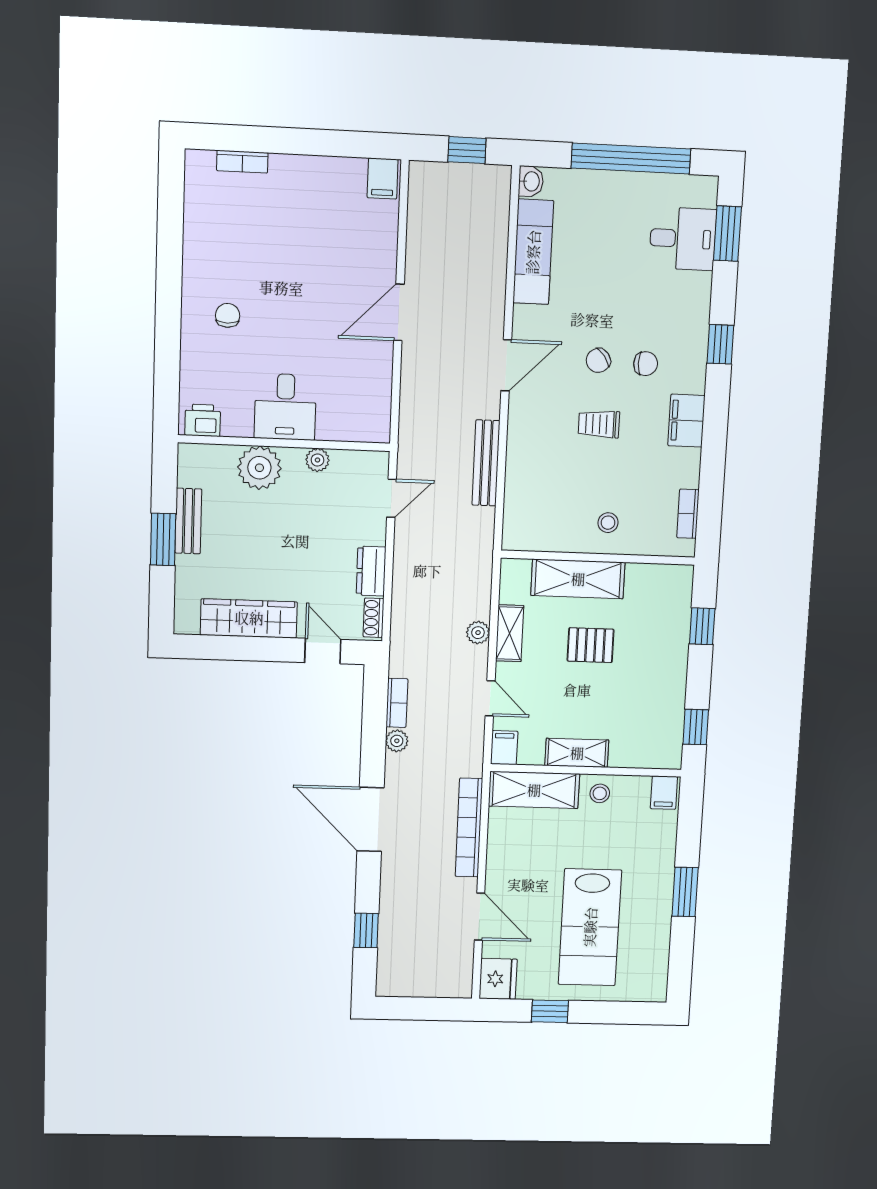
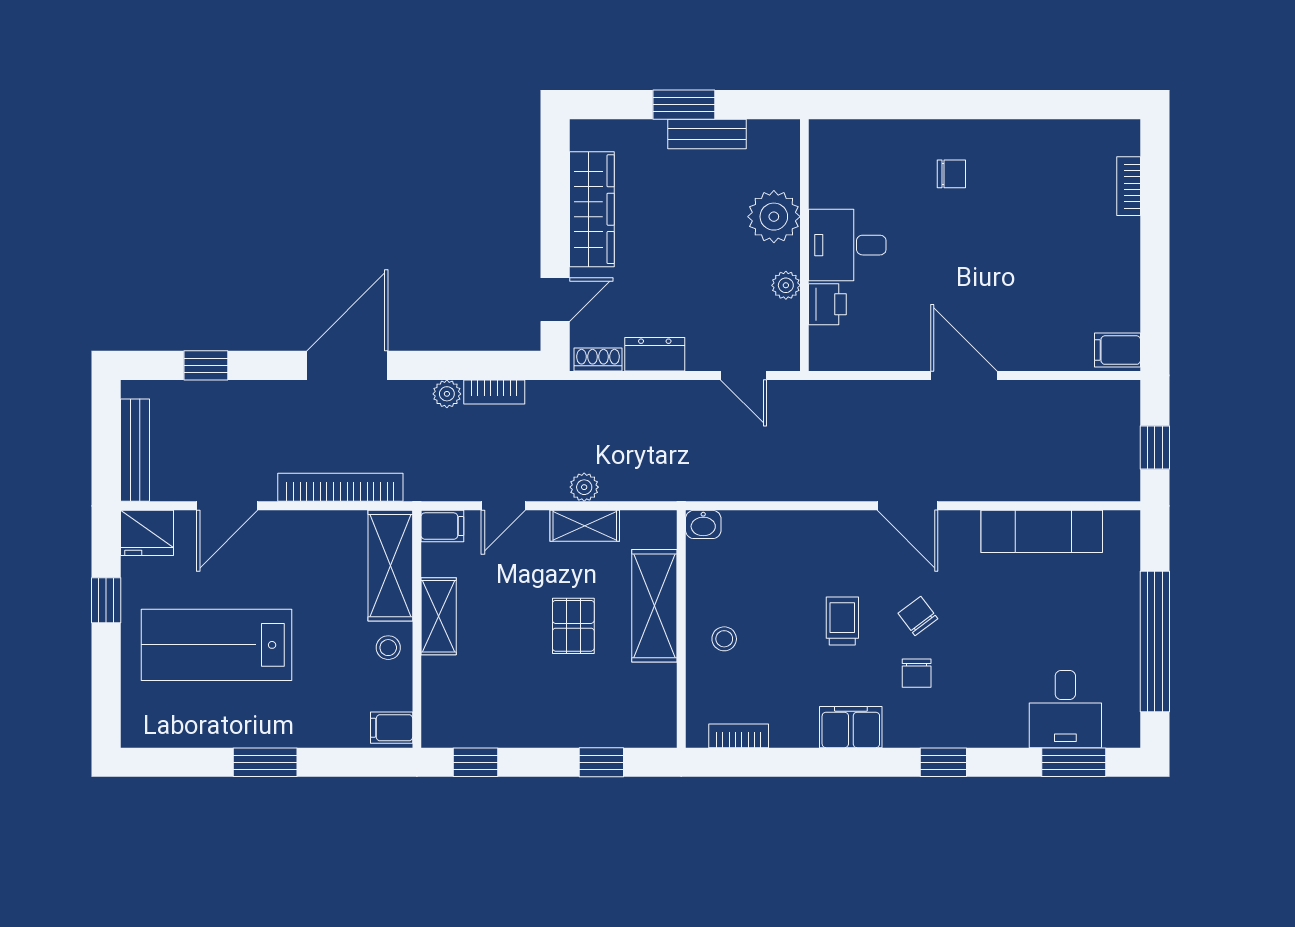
washbasin: (531, 181) -> (703, 524), moved
printer: (203, 420) -> (827, 304), moved
bench: (486, 463) -> (135, 450), moved, turned 90

